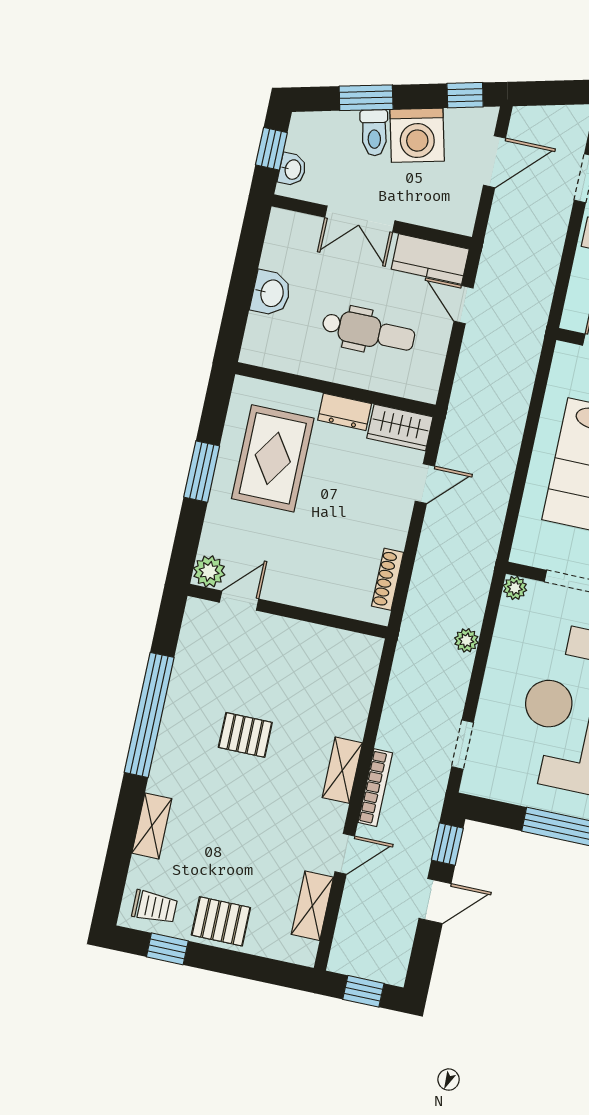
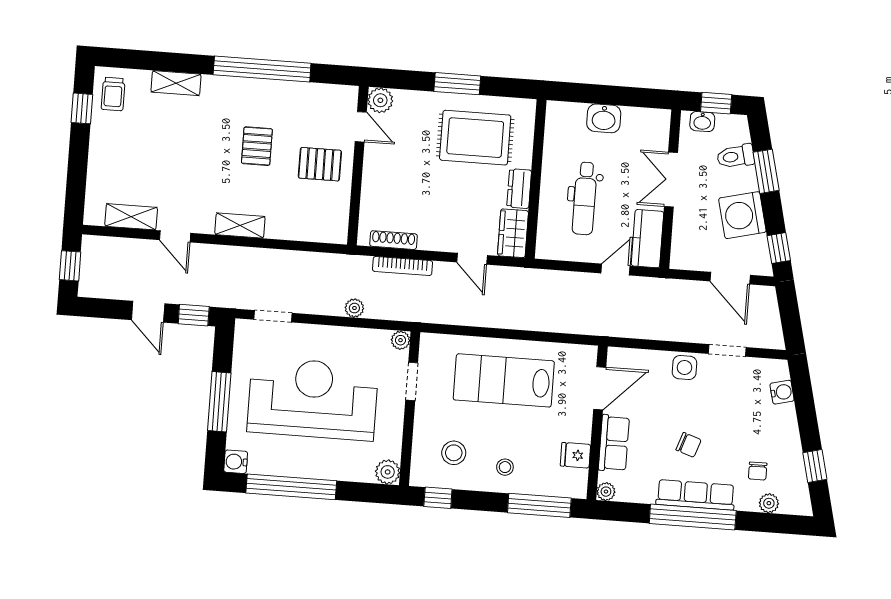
toilet: (374, 133) -> (736, 156), moved
bookcase: (375, 788) -> (403, 266), moved
pallet: (221, 921) -> (320, 164), moved, turned 90

